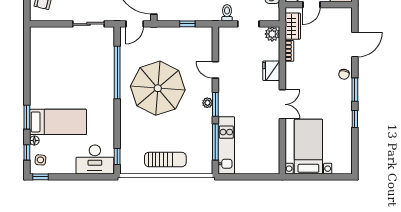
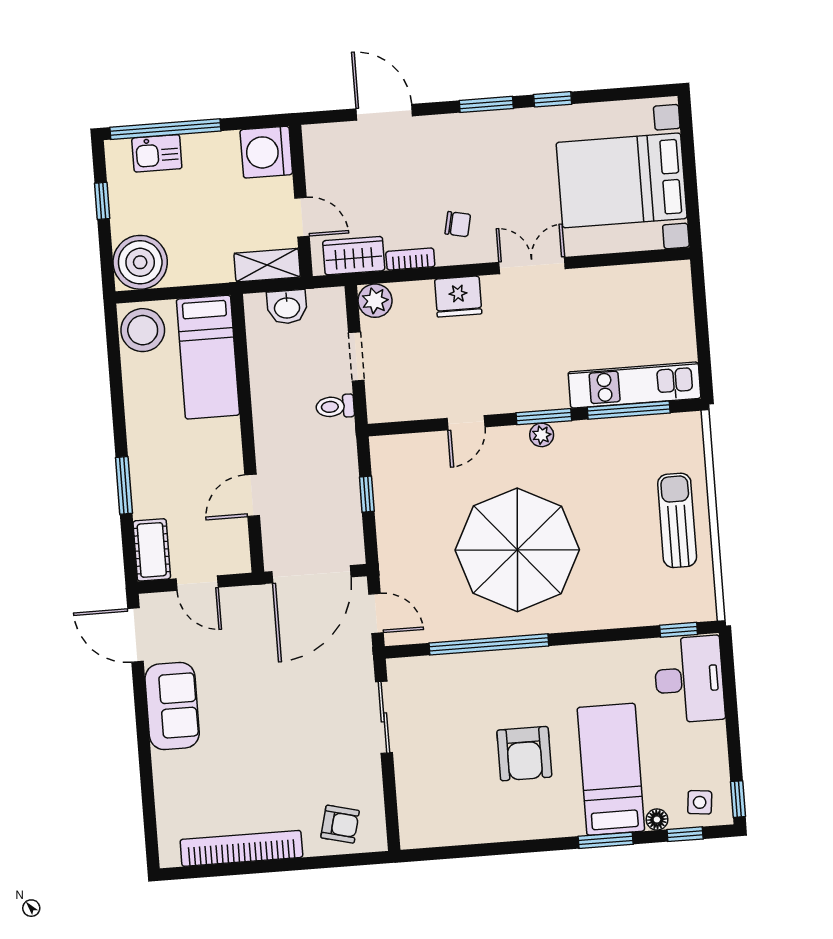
chair: (344, 74) -> (458, 224), moved
armchair: (68, 84) -> (524, 754), added
bed with nightstands: (308, 147) -> (622, 180), width x1.36

